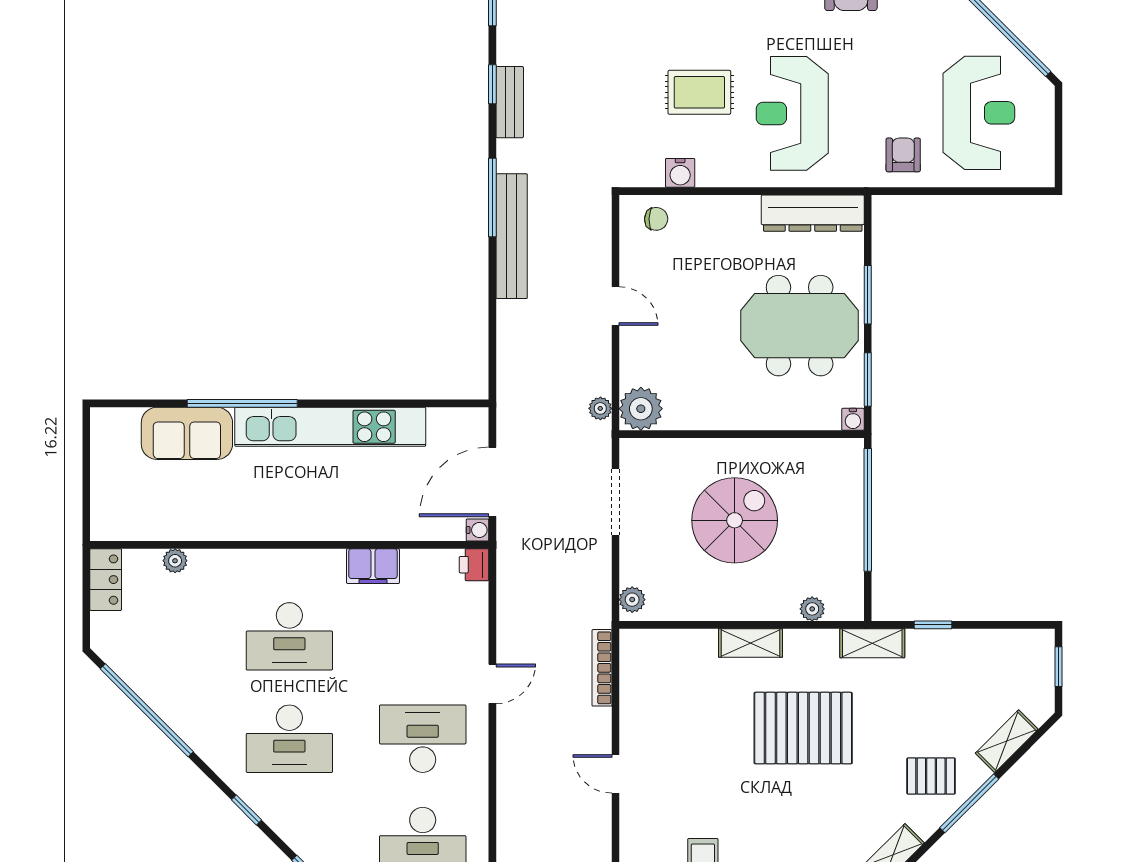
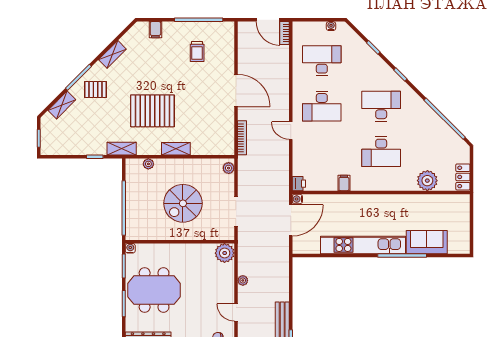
door: (615, 306) -> (236, 313), moved
plant: (600, 408) -> (243, 280), moved
plant: (175, 561) -> (427, 181), width x1.88, depth x1.88
filing cabinet: (373, 566) -> (344, 183), width x0.50
desk: (289, 636) -> (381, 152), turned 180
door: (492, 684) -> (291, 131), hinge flipped
door: (615, 774) -> (236, 90), width x1.88

